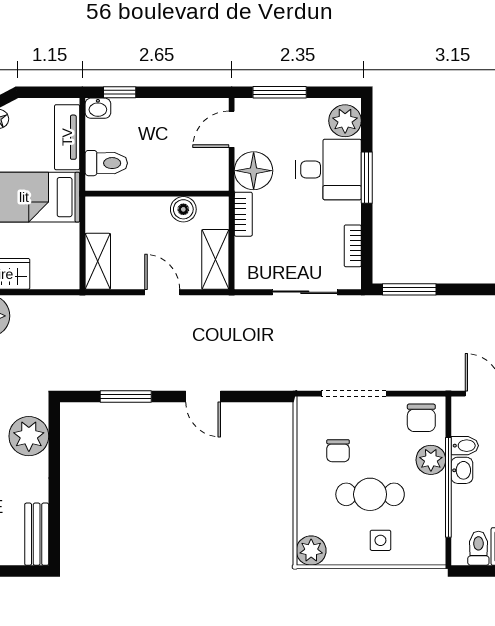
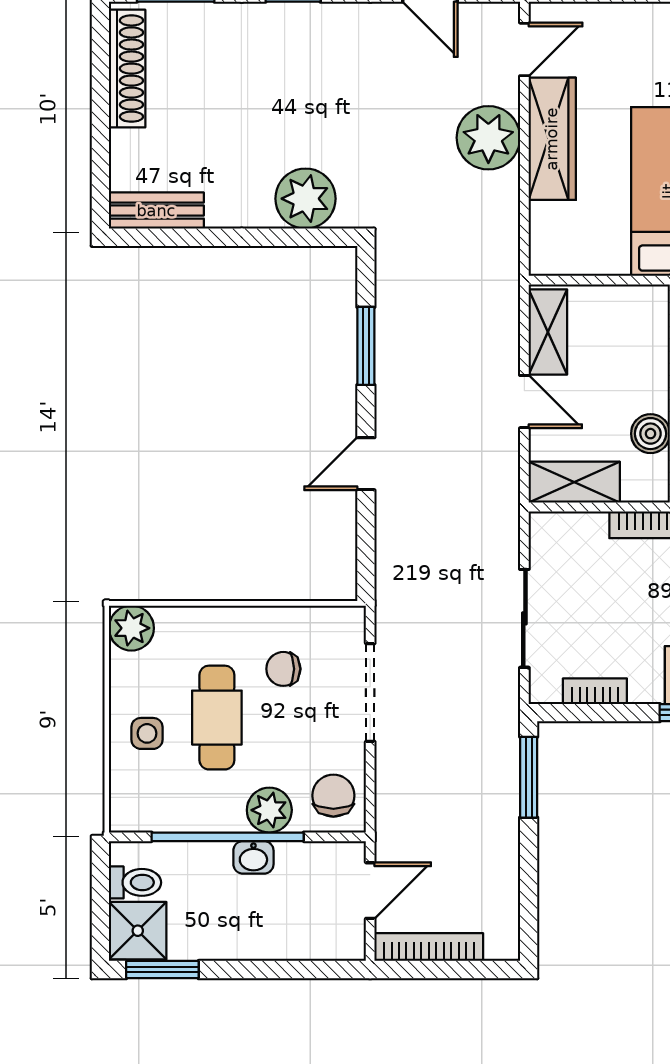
shelving: (98, 261) -> (548, 332), moved, turned 90
door: (162, 292) -> (524, 402), hinge flipped
chair: (421, 418) -> (333, 796), turned 90
bidet: (465, 446) -> (291, 862), removed

